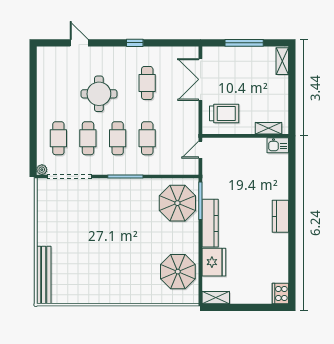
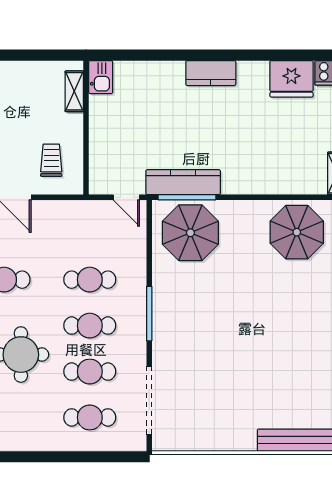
trolley: (224, 113) -> (51, 160), width x0.73, depth x0.72
door: (200, 150) -> (126, 197), moved
plant: (42, 170) -> (138, 443), removed
kitchen counter: (210, 223) -> (183, 182), moved
fridge: (214, 262) -> (291, 79), moved, turned 180

